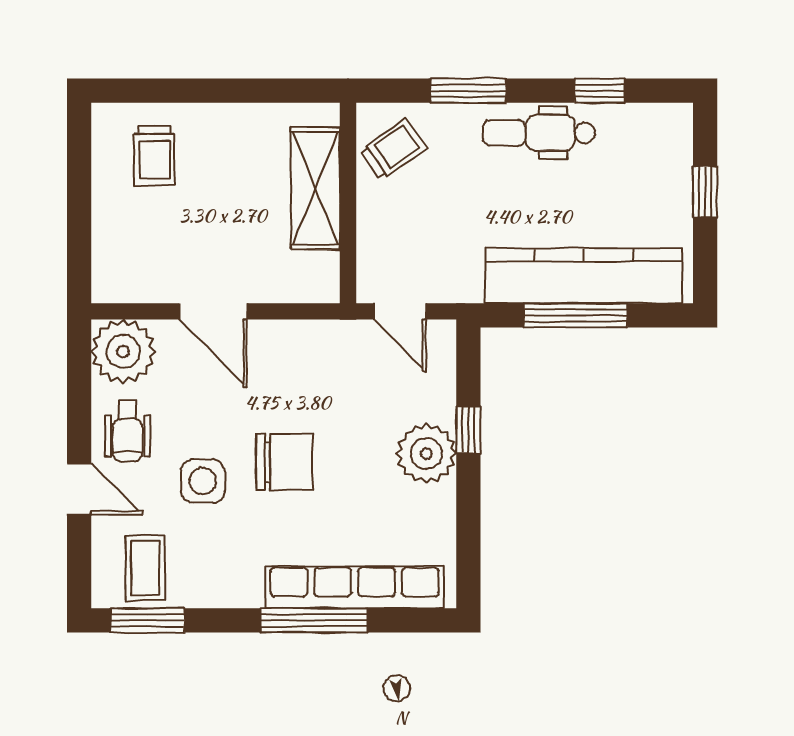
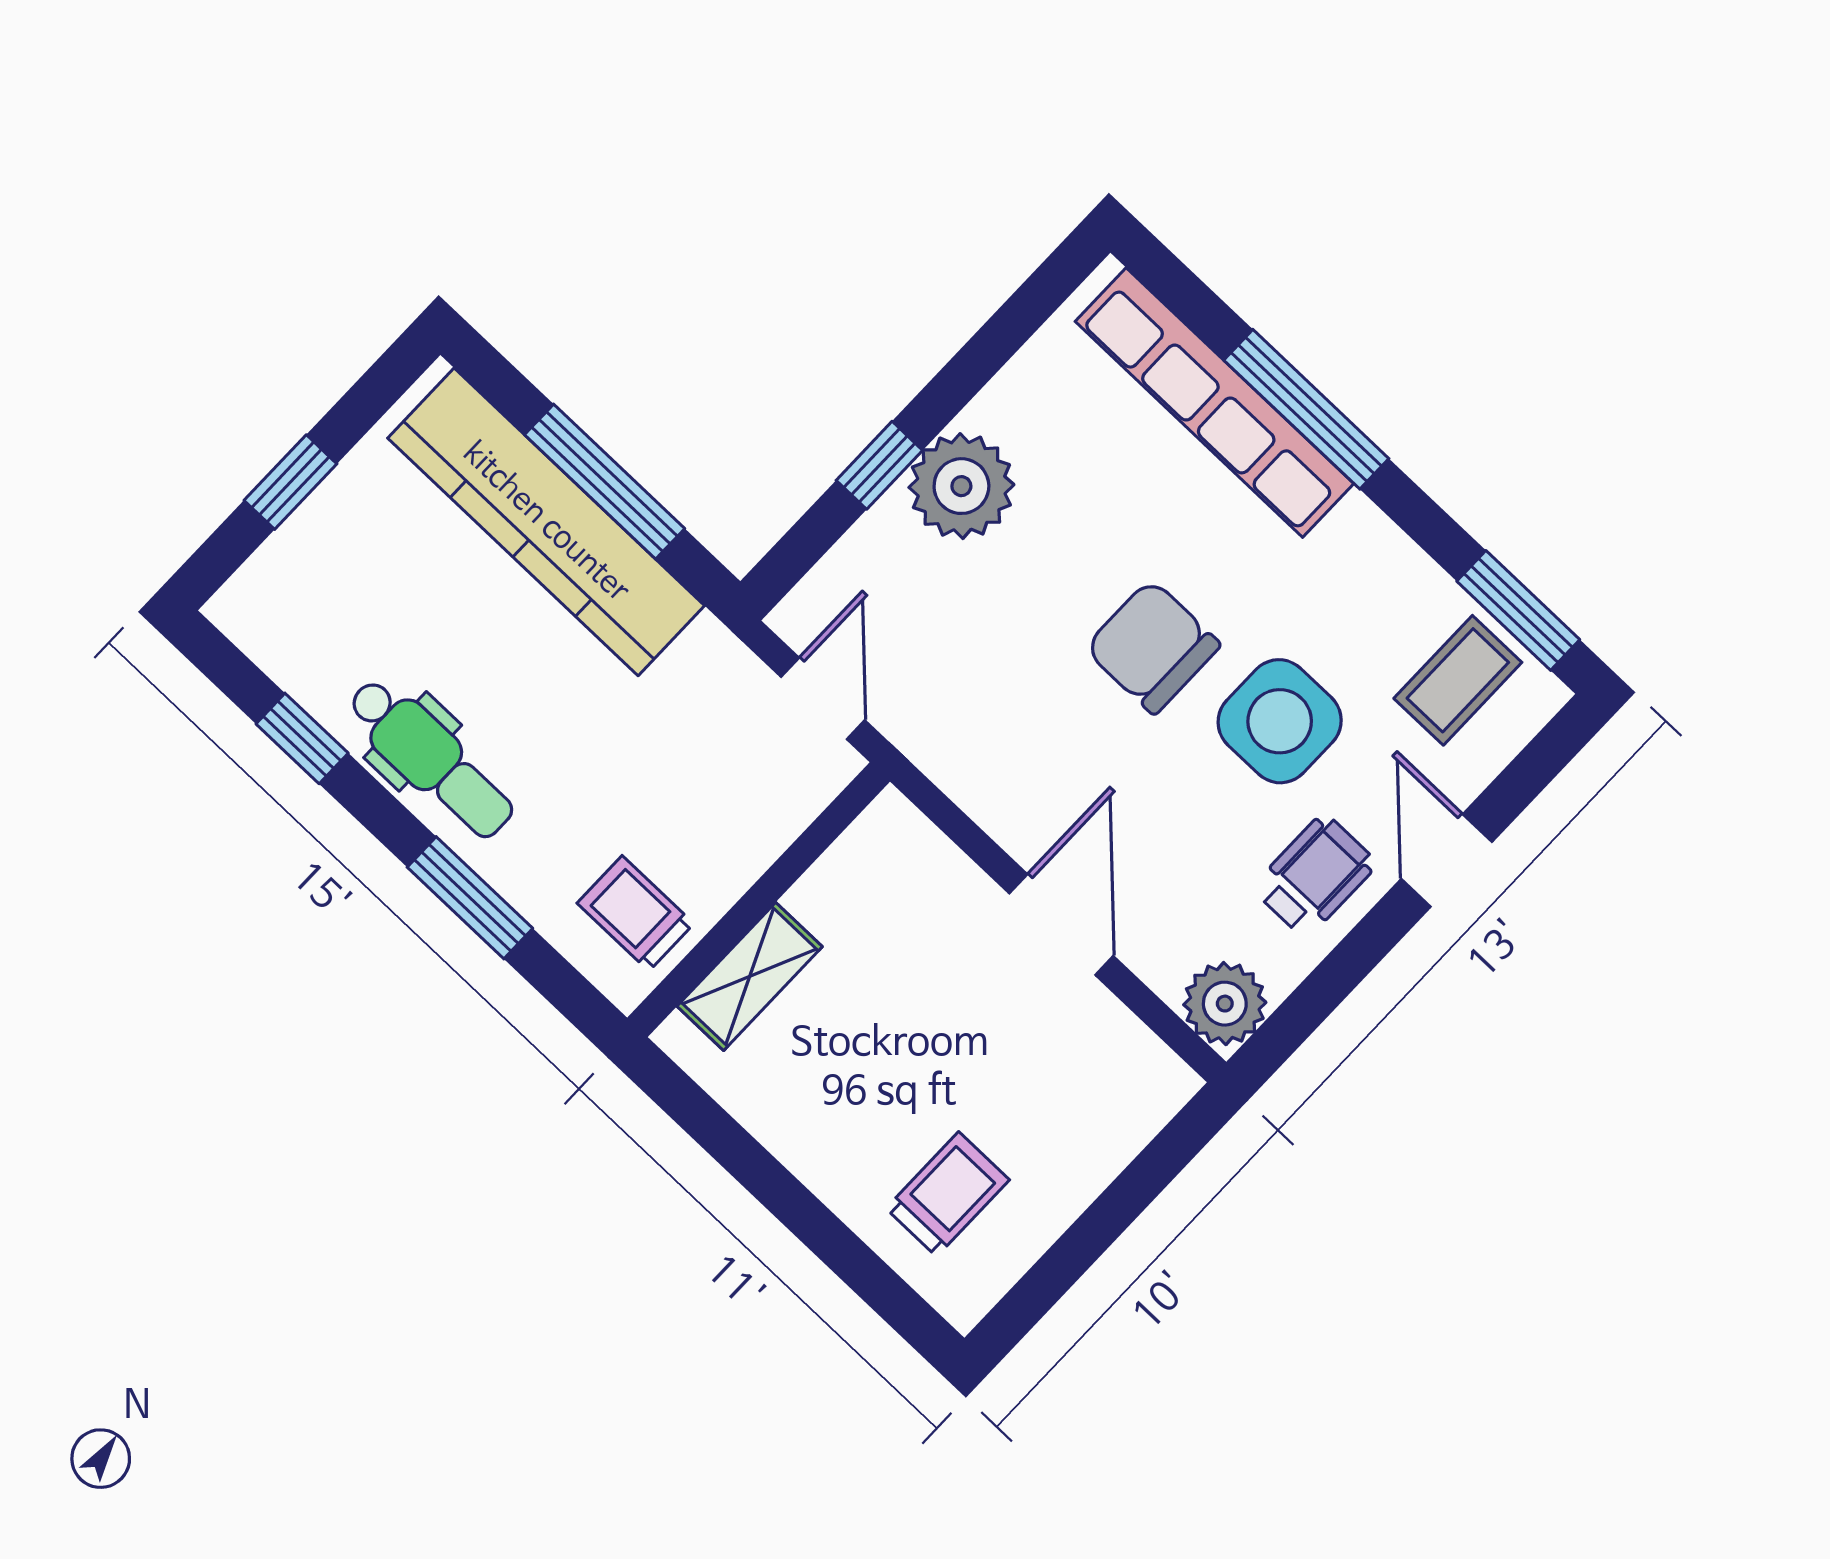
trolley: (393, 149) -> (635, 913), turned 35
shelving: (315, 188) -> (750, 976), width x0.67, depth x0.75
plant: (123, 351) -> (1225, 1004), width x0.73, depth x0.73
side table: (203, 481) -> (1280, 721), width x1.37, depth x1.37

